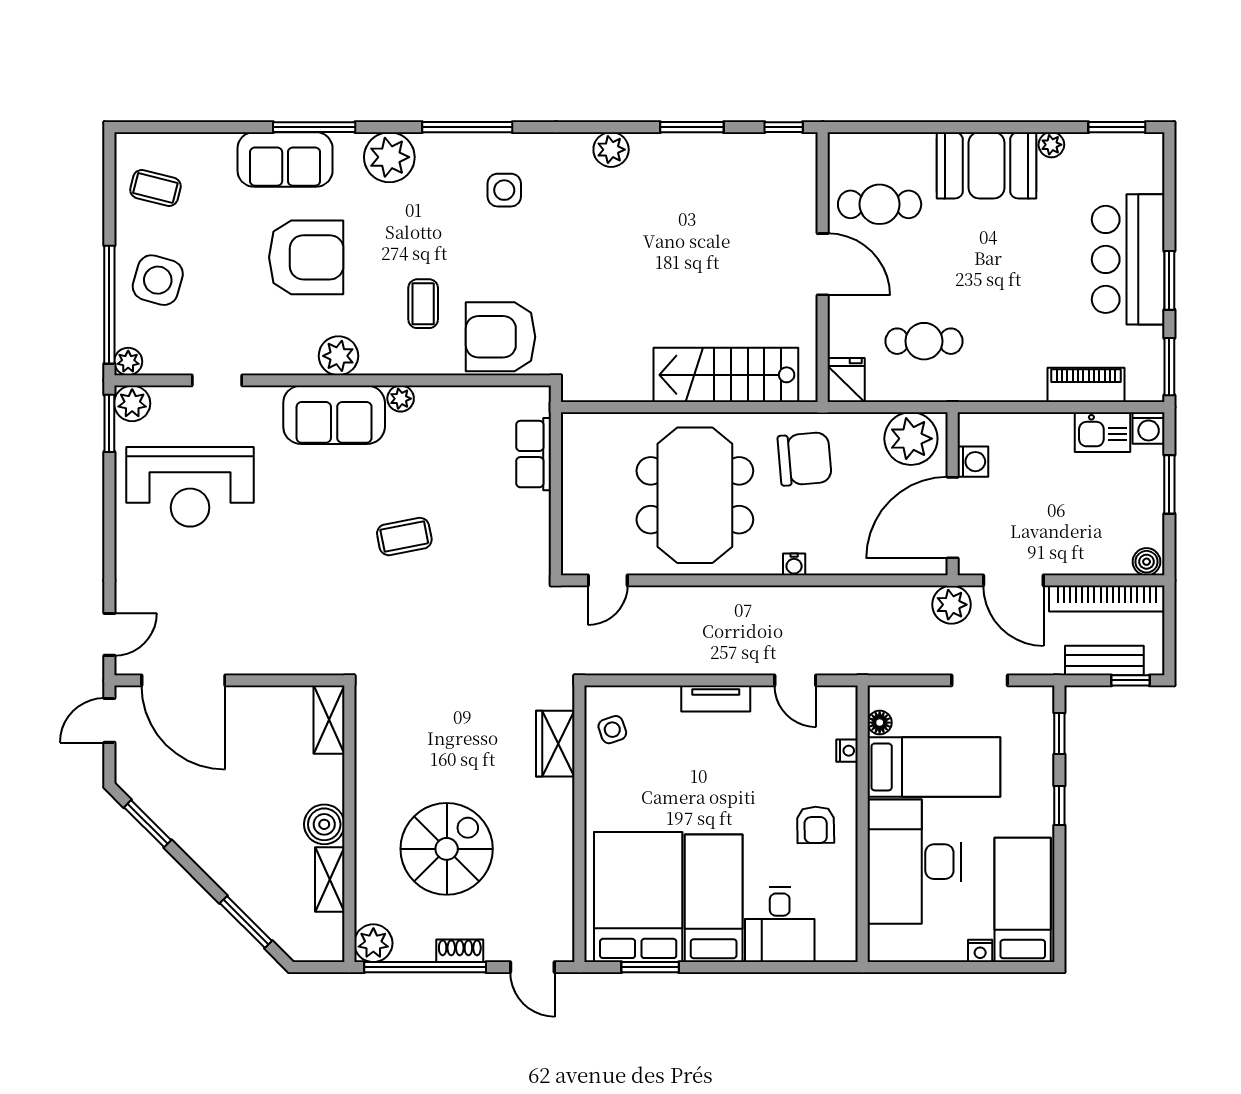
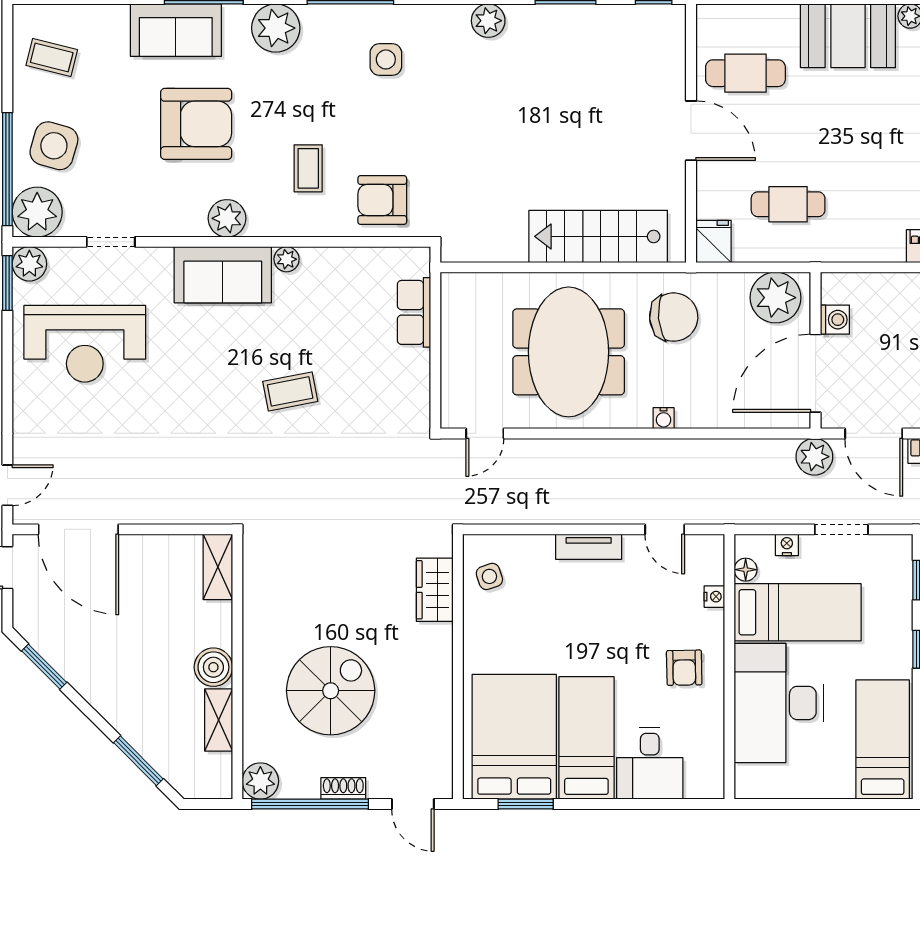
armchair: (500, 337) -> (382, 200), width x0.73, depth x0.73
plant: (128, 362) -> (37, 212), width x1.88, depth x1.88
nightstand: (980, 951) -> (787, 545), moved, turned 180

